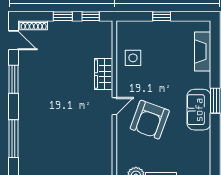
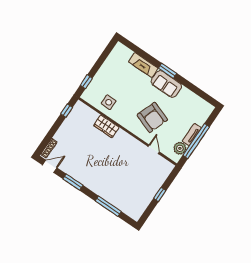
window: (63, 16) -> (55, 127), removed
window: (162, 16) -> (86, 82), moved
fireplace: (203, 52) -> (143, 65), moved
door: (114, 106) -> (154, 149), moved

